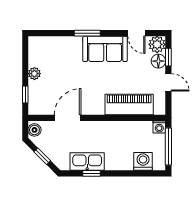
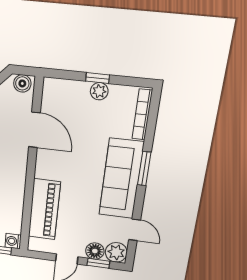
door: (136, 33) -> (135, 230), swing flipped
bookcase: (48, 41) -> (142, 115), added
sofa: (105, 49) -> (121, 179), width x1.36
window: (25, 95) -> (98, 78), moved

